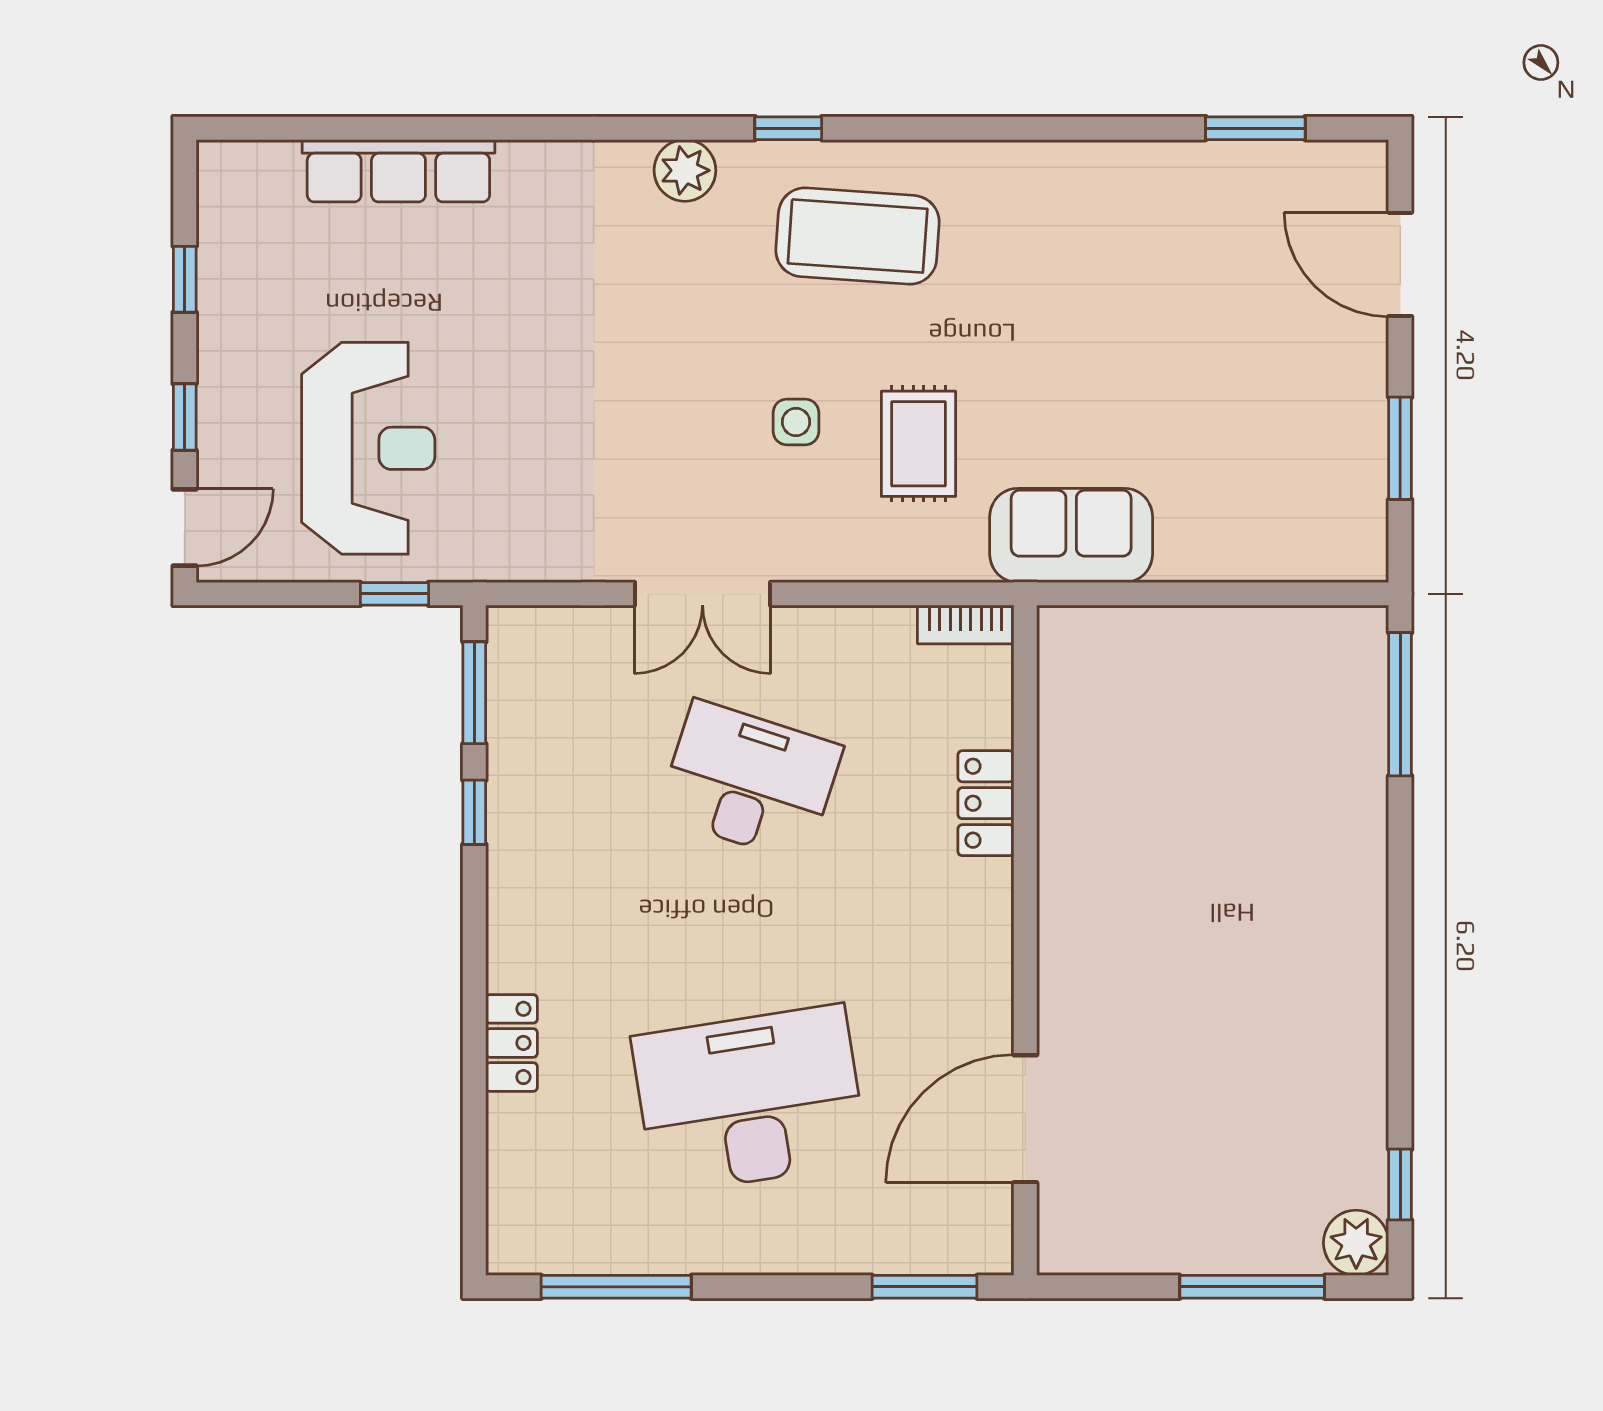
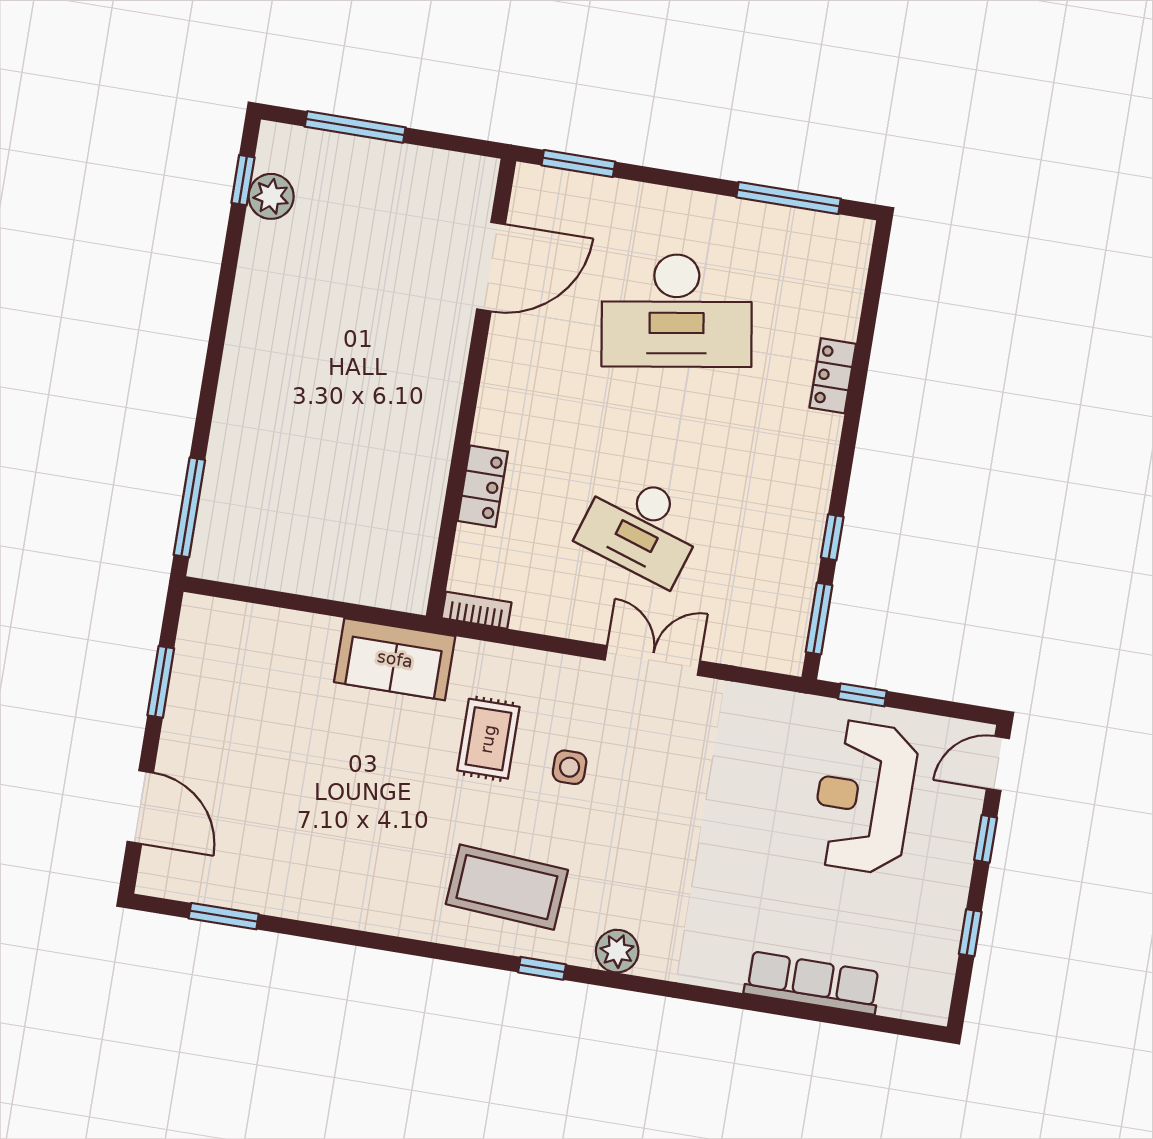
plant: (1356, 1243) -> (271, 196), moved

